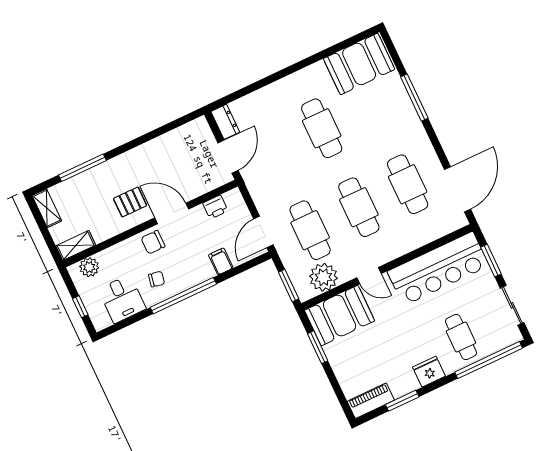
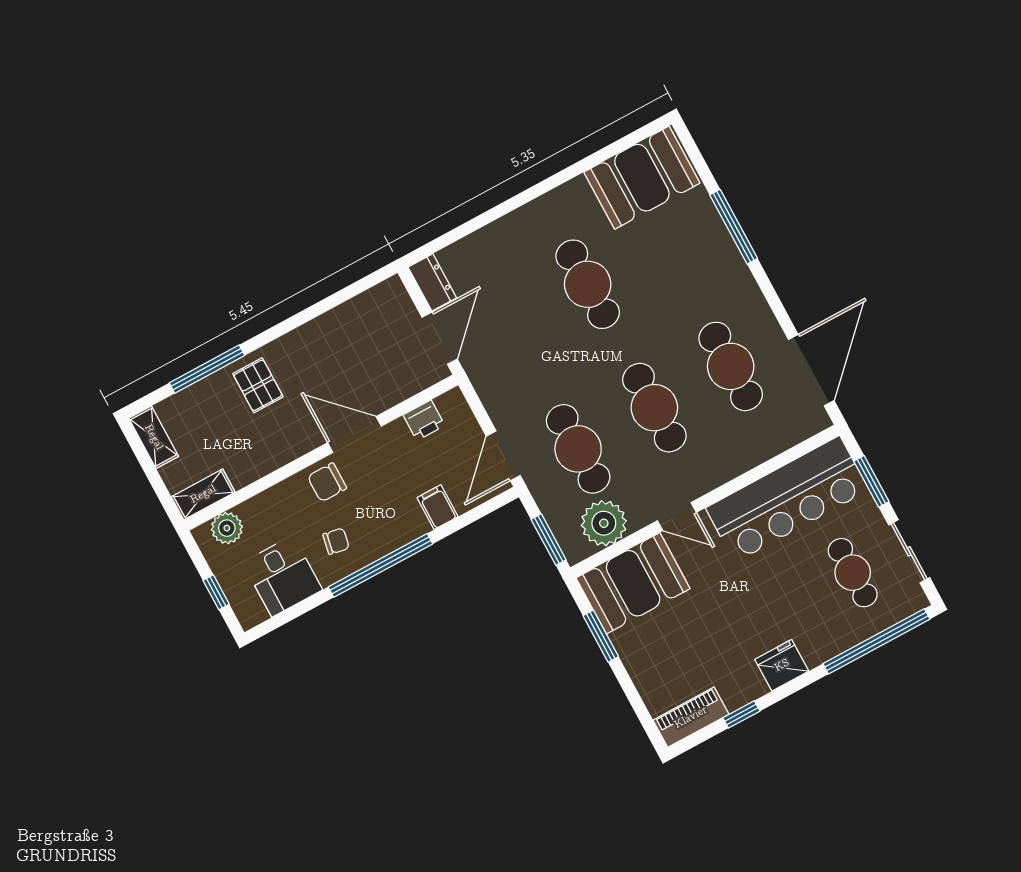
pallet: (130, 202) -> (258, 385), moved, turned 90
cafe table: (461, 337) -> (853, 573), moved
window: (402, 401) -> (741, 714), width x0.67

